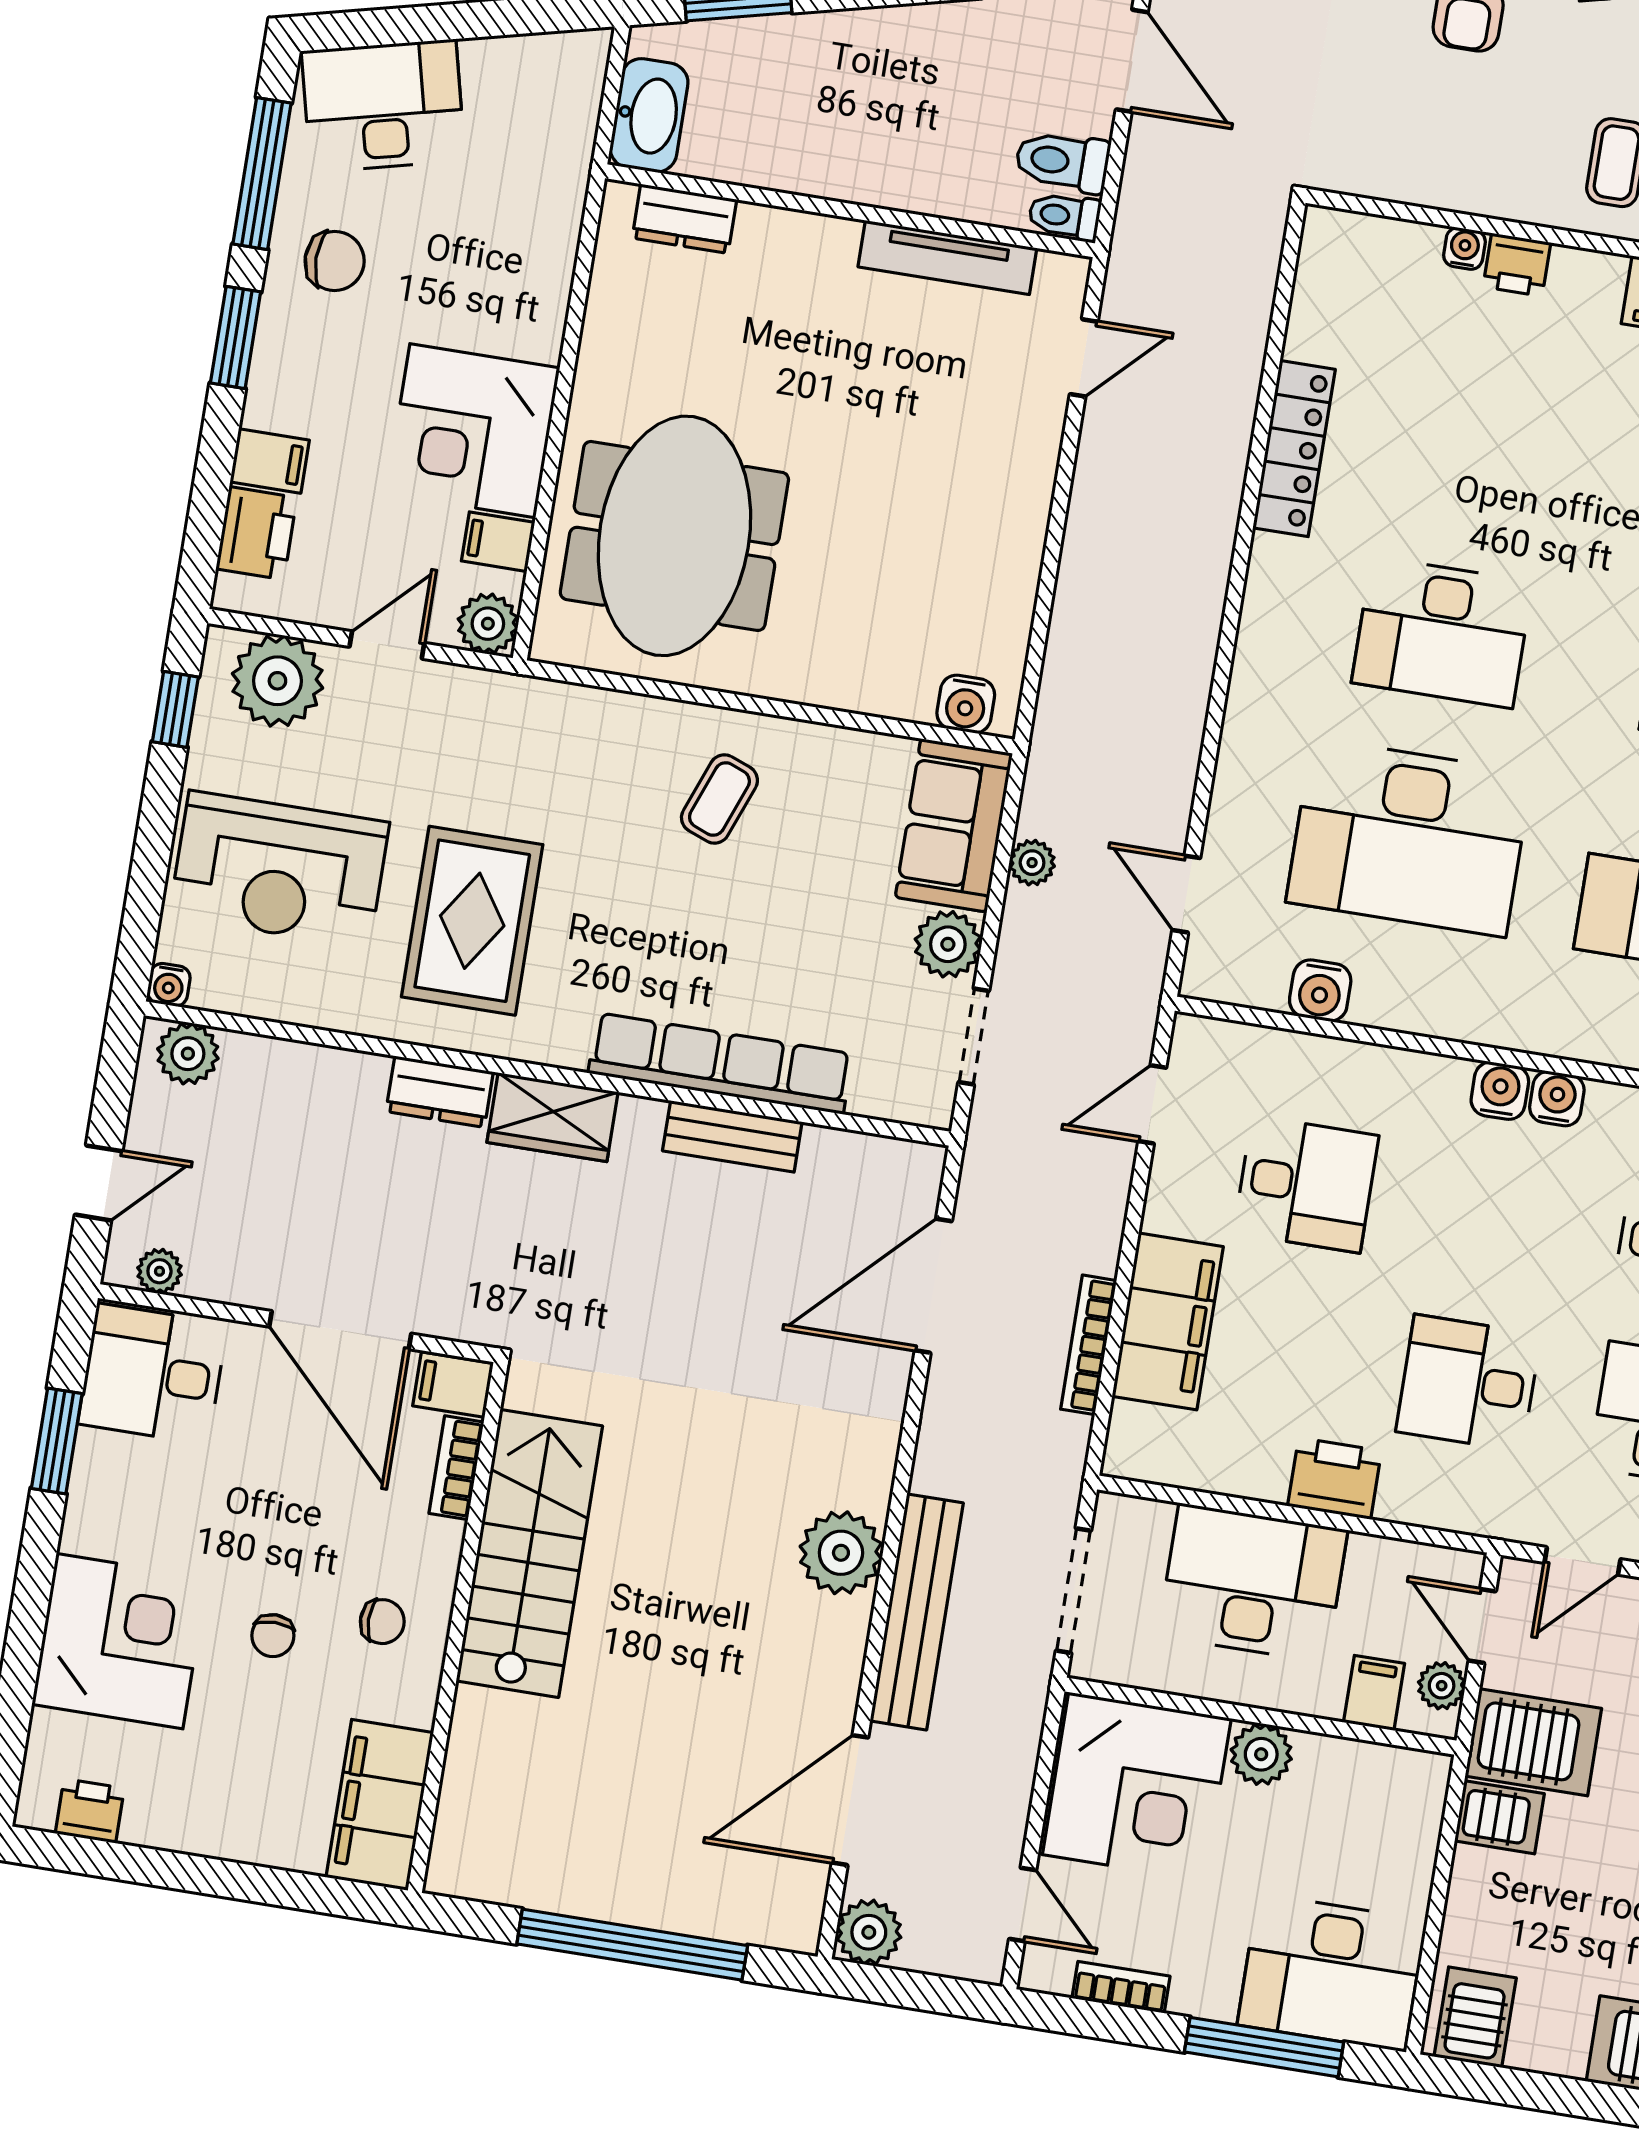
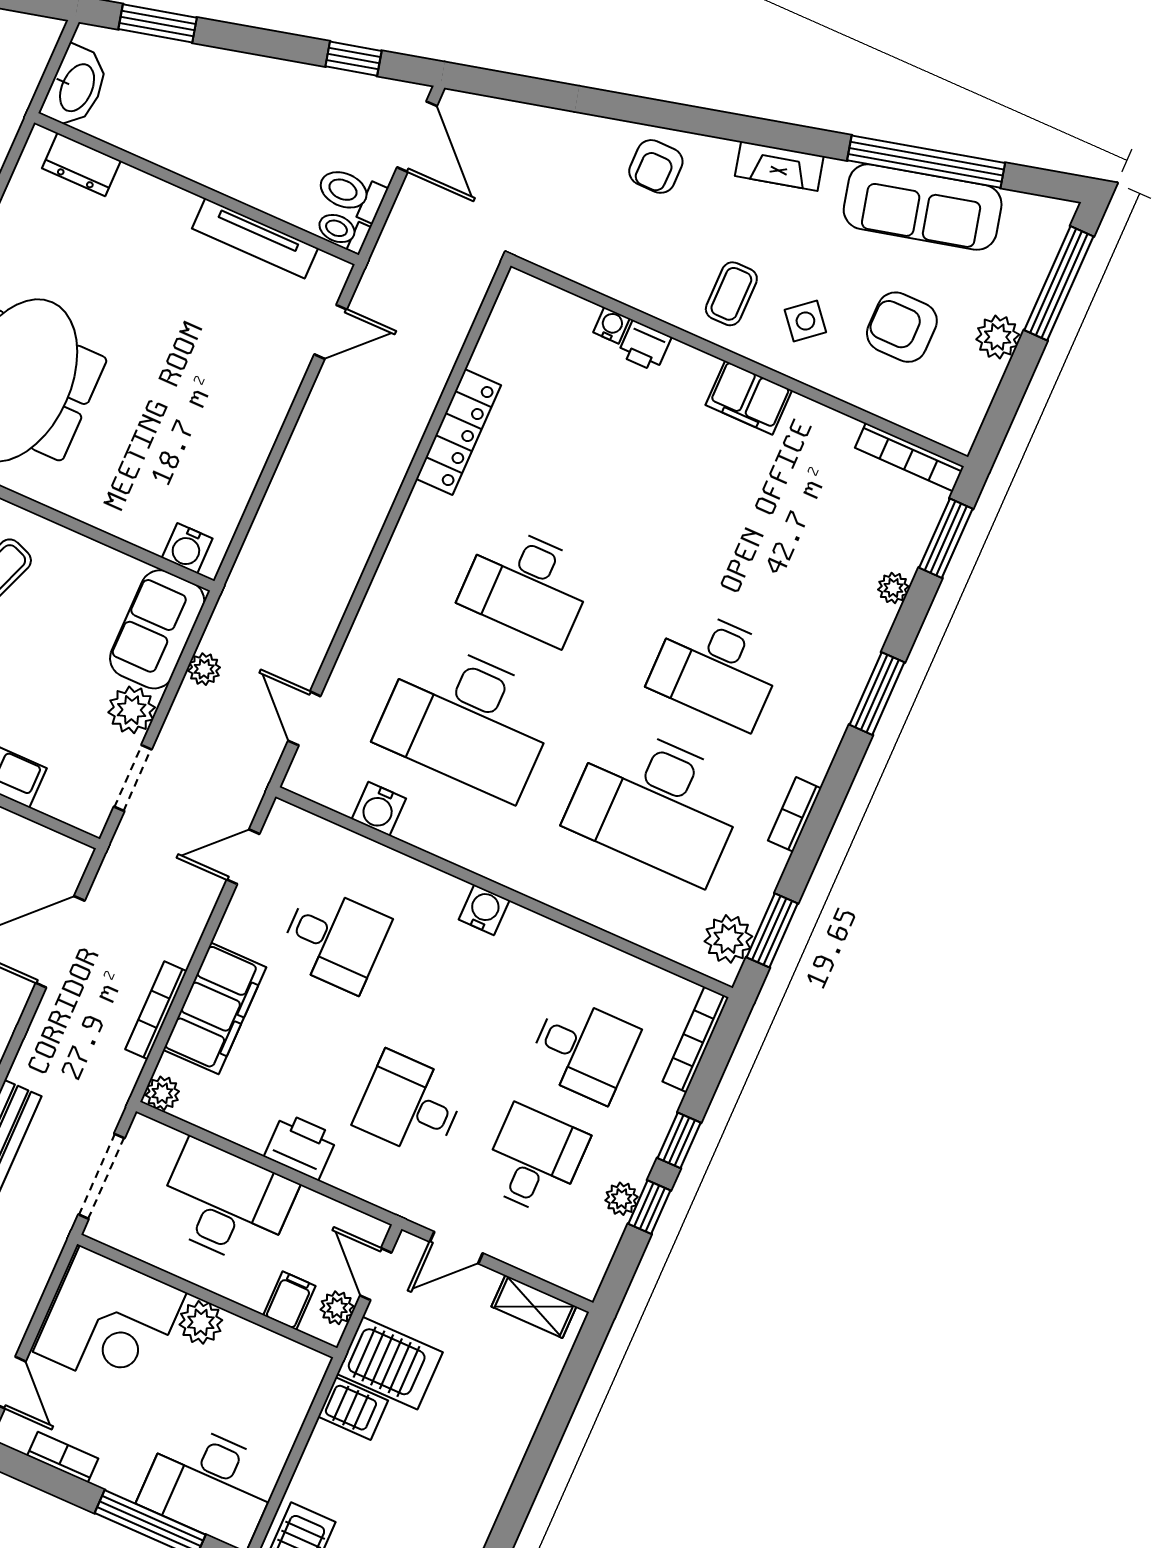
water cooler: (1557, 1099) -> (522, 926), removed
plant: (1127, 1456) -> (162, 1093), added

